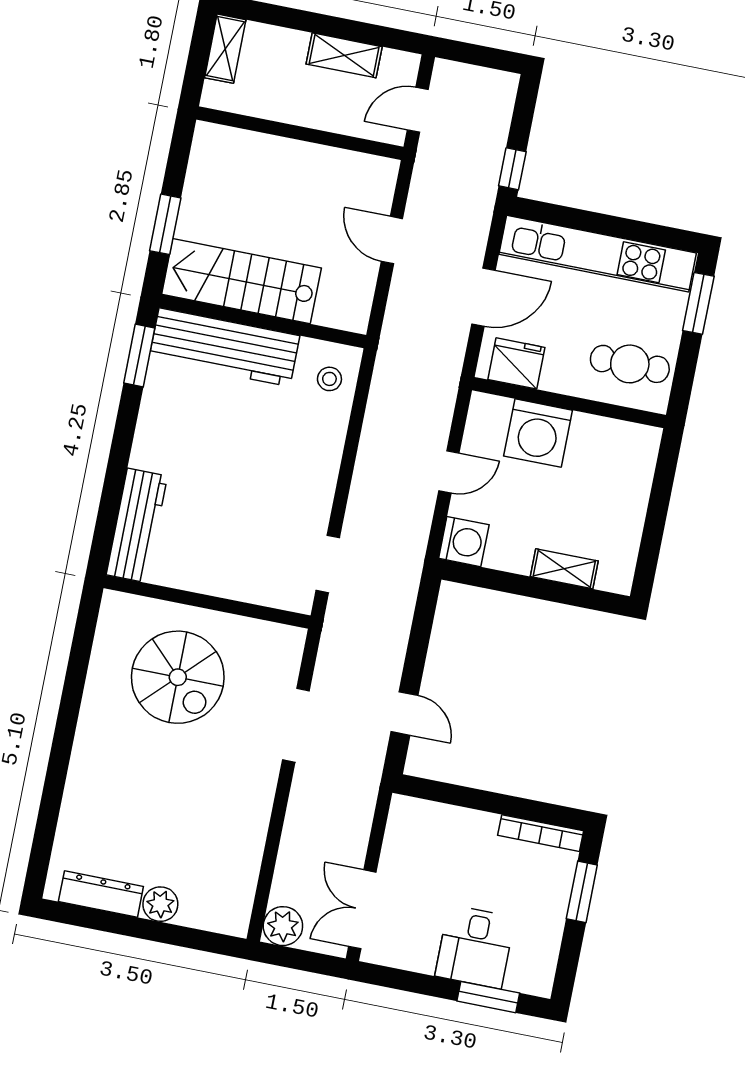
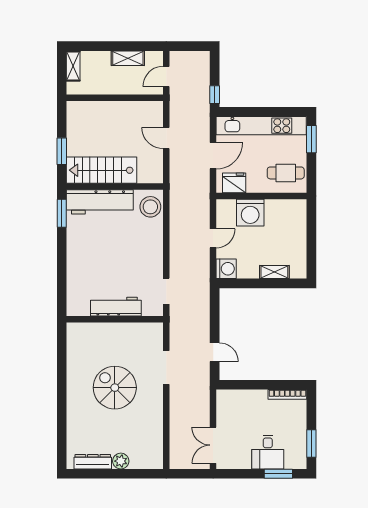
stool: (329, 379) -> (150, 207), width x1.89, depth x1.89
workbench: (137, 525) -> (116, 307), moved, turned -90
spiral stairs: (178, 677) -> (115, 388), moved, turned 180
window: (582, 892) -> (311, 443), moved
plant: (283, 926) -> (178, 460), removed

